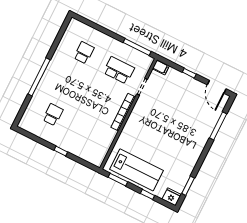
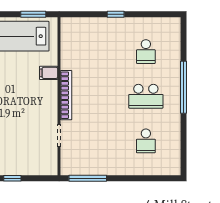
filing cabinet: (161, 67) -> (49, 73), moved
school desk: (119, 70) -> (146, 96), moved

